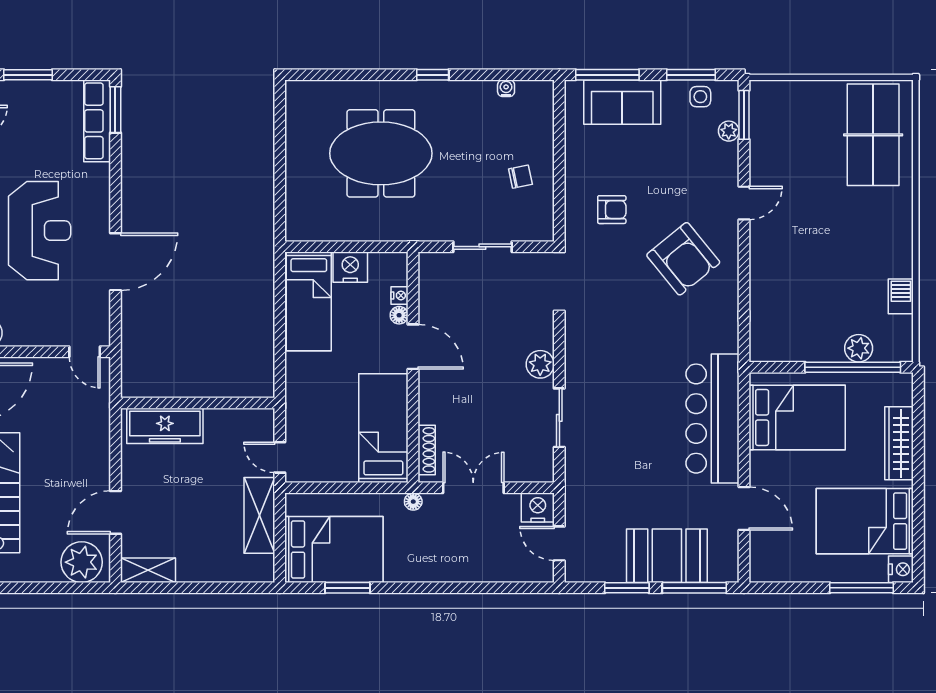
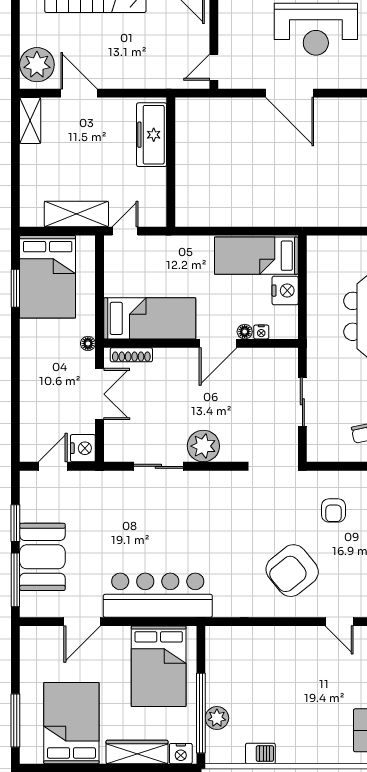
plant: (540, 364) -> (203, 446), width x1.36, depth x1.36
nightstand: (901, 569) -> (181, 754), moved

